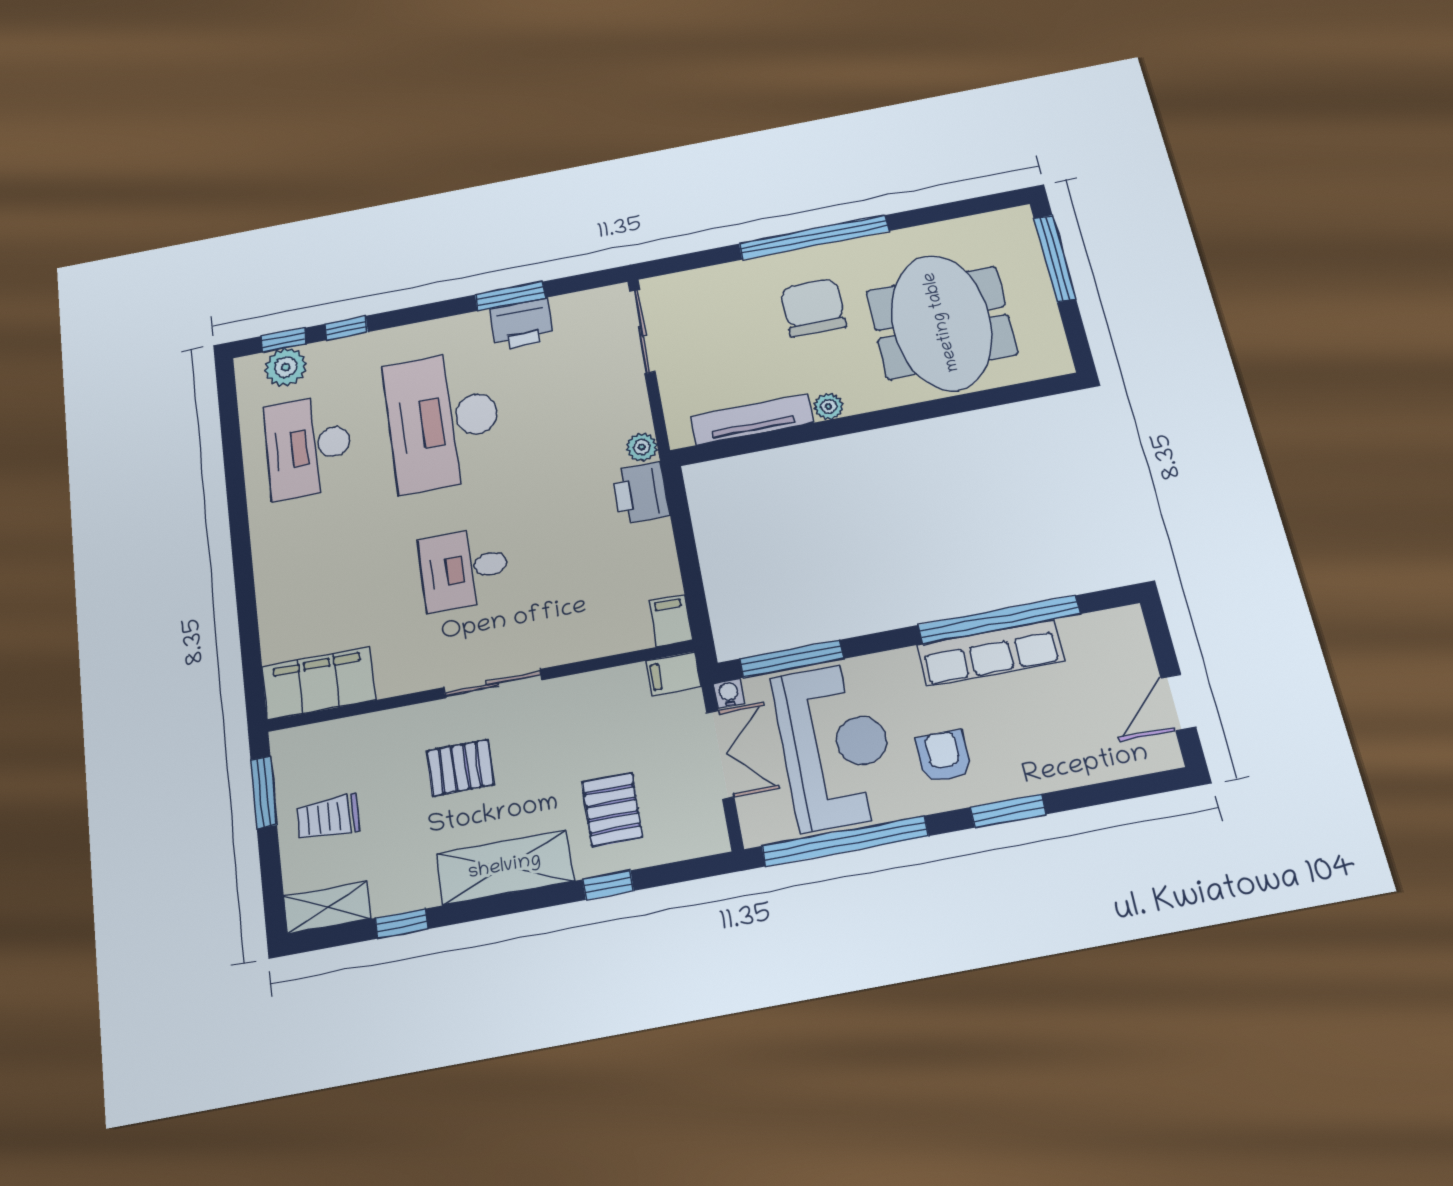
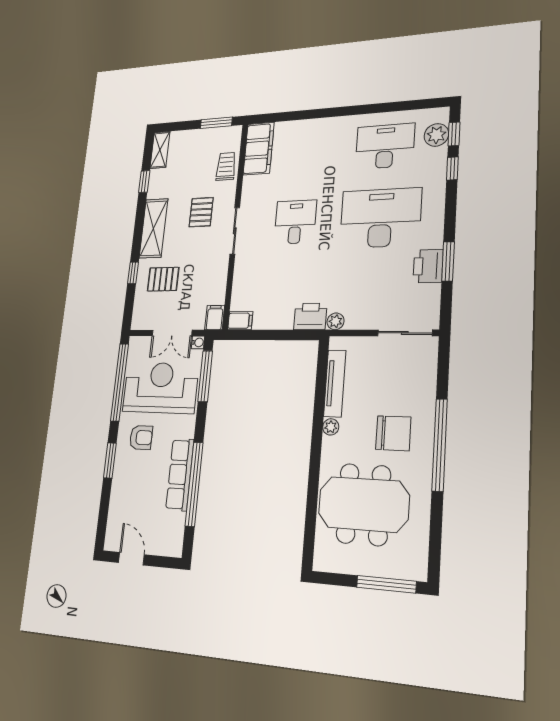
reception desk: (835, 745) -> (160, 388), turned 180
trolley: (328, 817) -> (226, 166), moved

